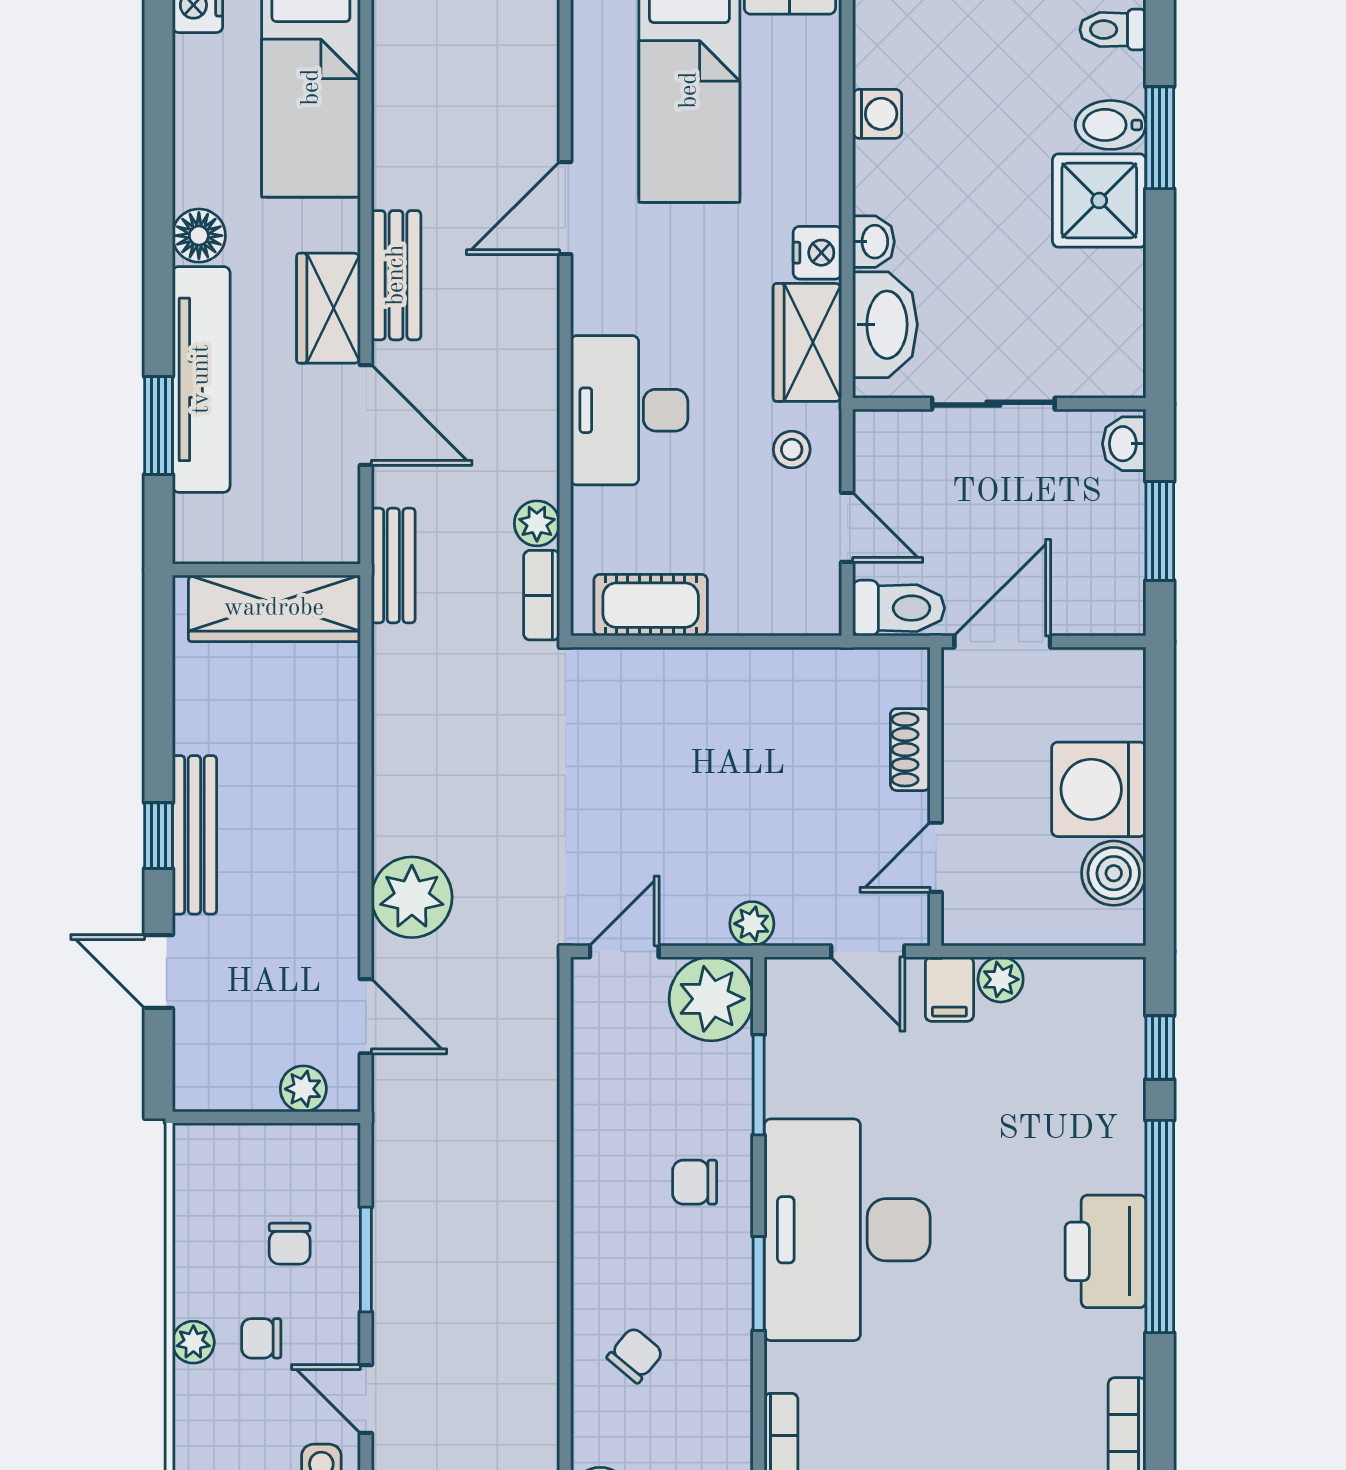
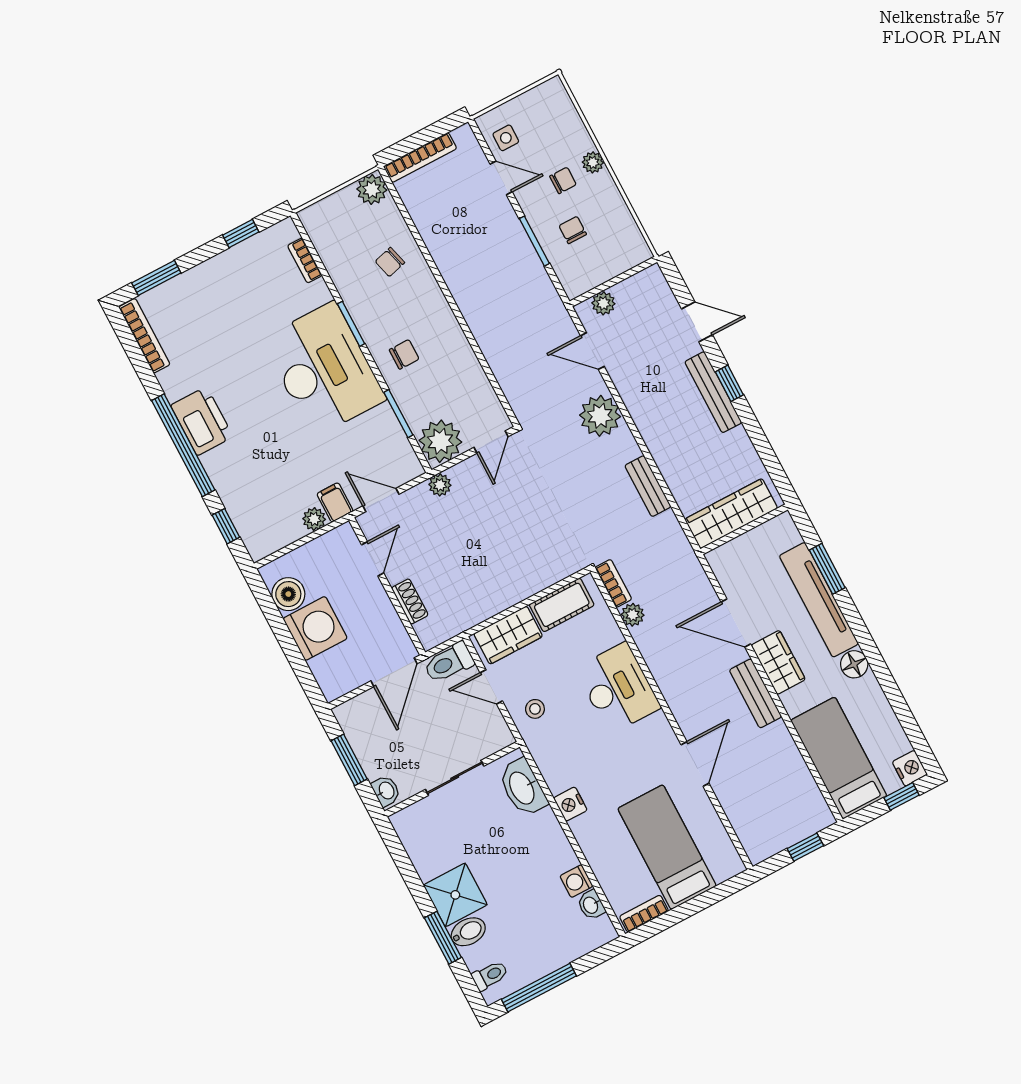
washbasin: (874, 242) -> (591, 905), moved
wardrobe: (807, 342) -> (508, 635), moved, turned 90
bench: (393, 566) -> (648, 486), moved
chair: (635, 1355) -> (390, 262), turned 35

